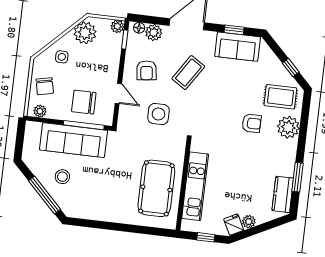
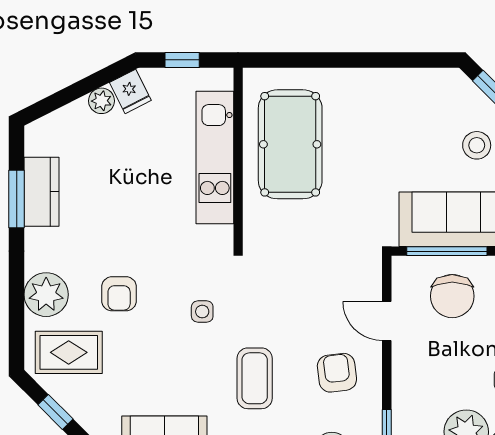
coffee table: (188, 73) -> (255, 378), turned -33
chair: (84, 102) -> (452, 296), turned 90
side table: (158, 114) -> (202, 312), moved, width x0.54, depth x0.54
armchair: (252, 123) -> (119, 294), turned -90
kitchen counter: (283, 194) -> (41, 192), moved

